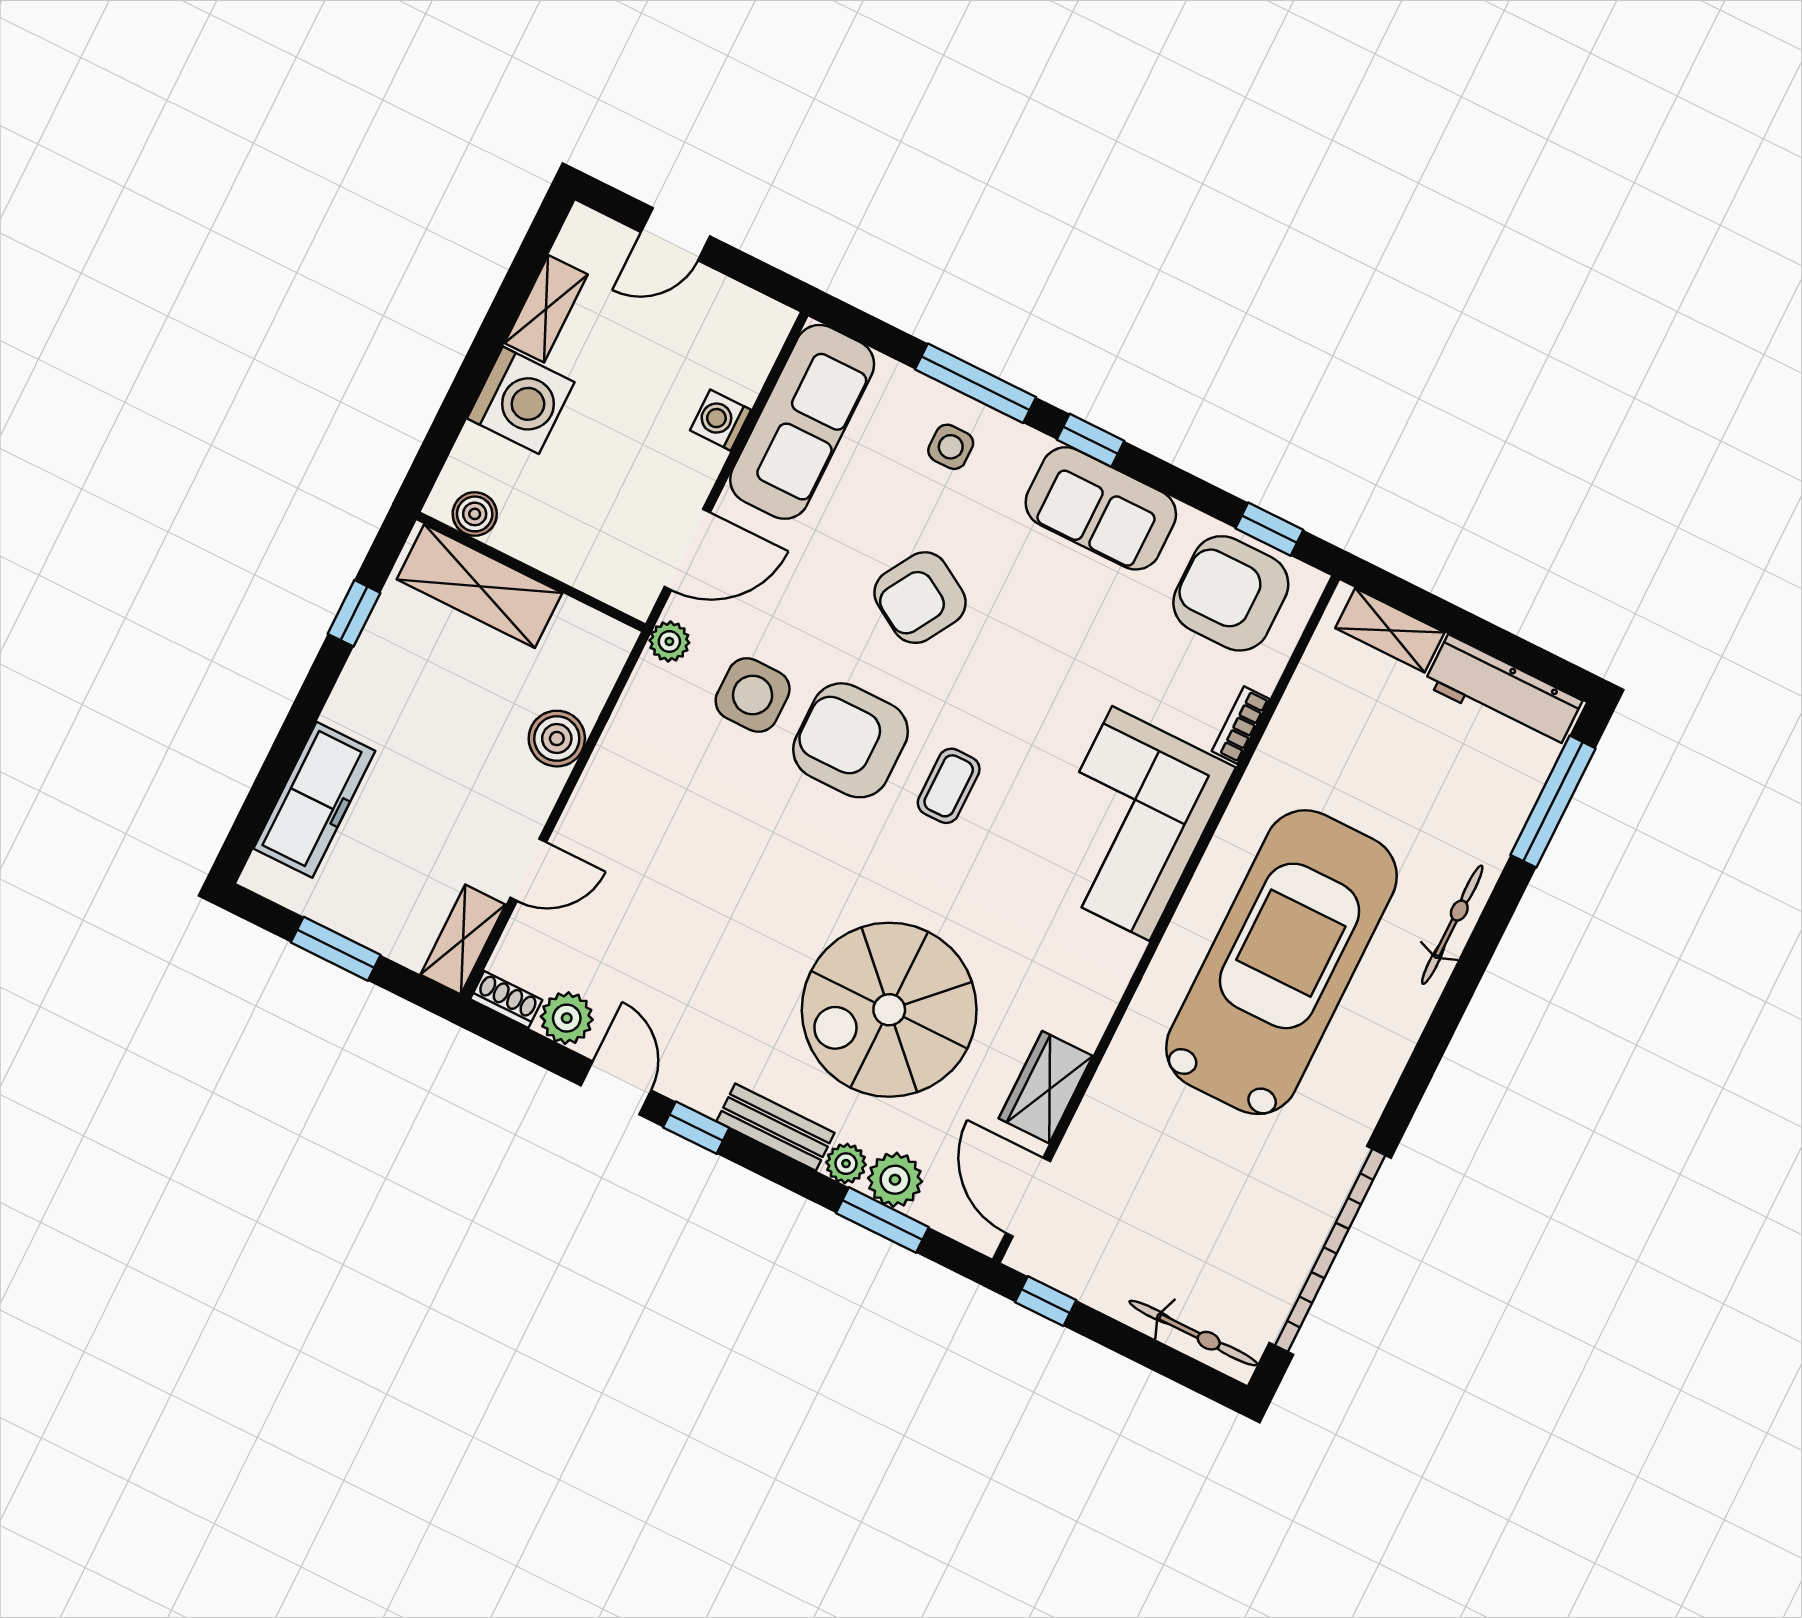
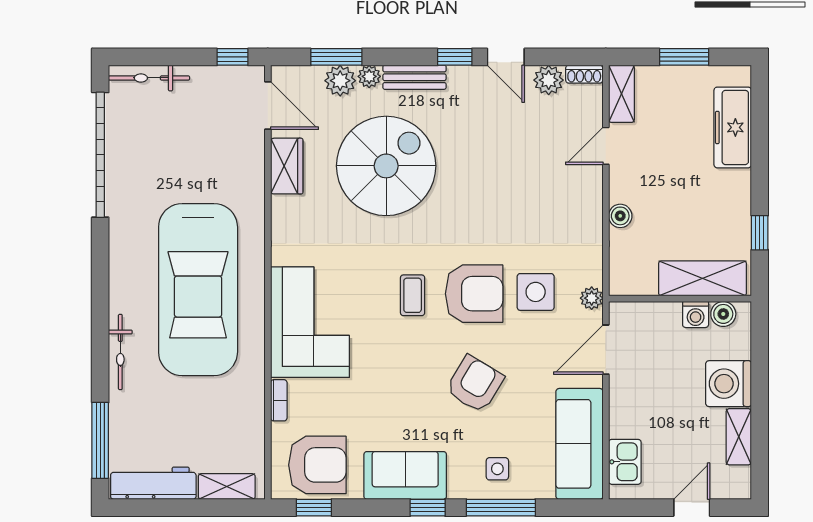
kitchen sink: (745, 358) -> (625, 462), added
washing machine: (721, 420) -> (696, 314), moved, turned 90
boiler: (557, 739) -> (620, 216), width x0.73, depth x0.73

